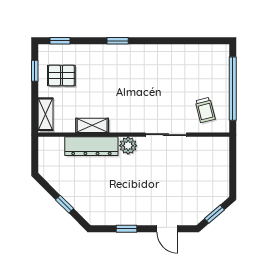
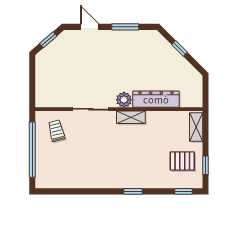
shelving: (92, 125) -> (131, 117), moved
window: (127, 229) -> (125, 27), width x1.50

